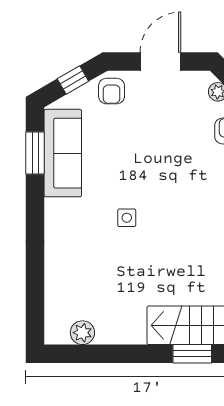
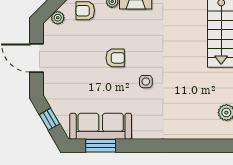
armchair: (112, 91) -> (115, 58), moved

